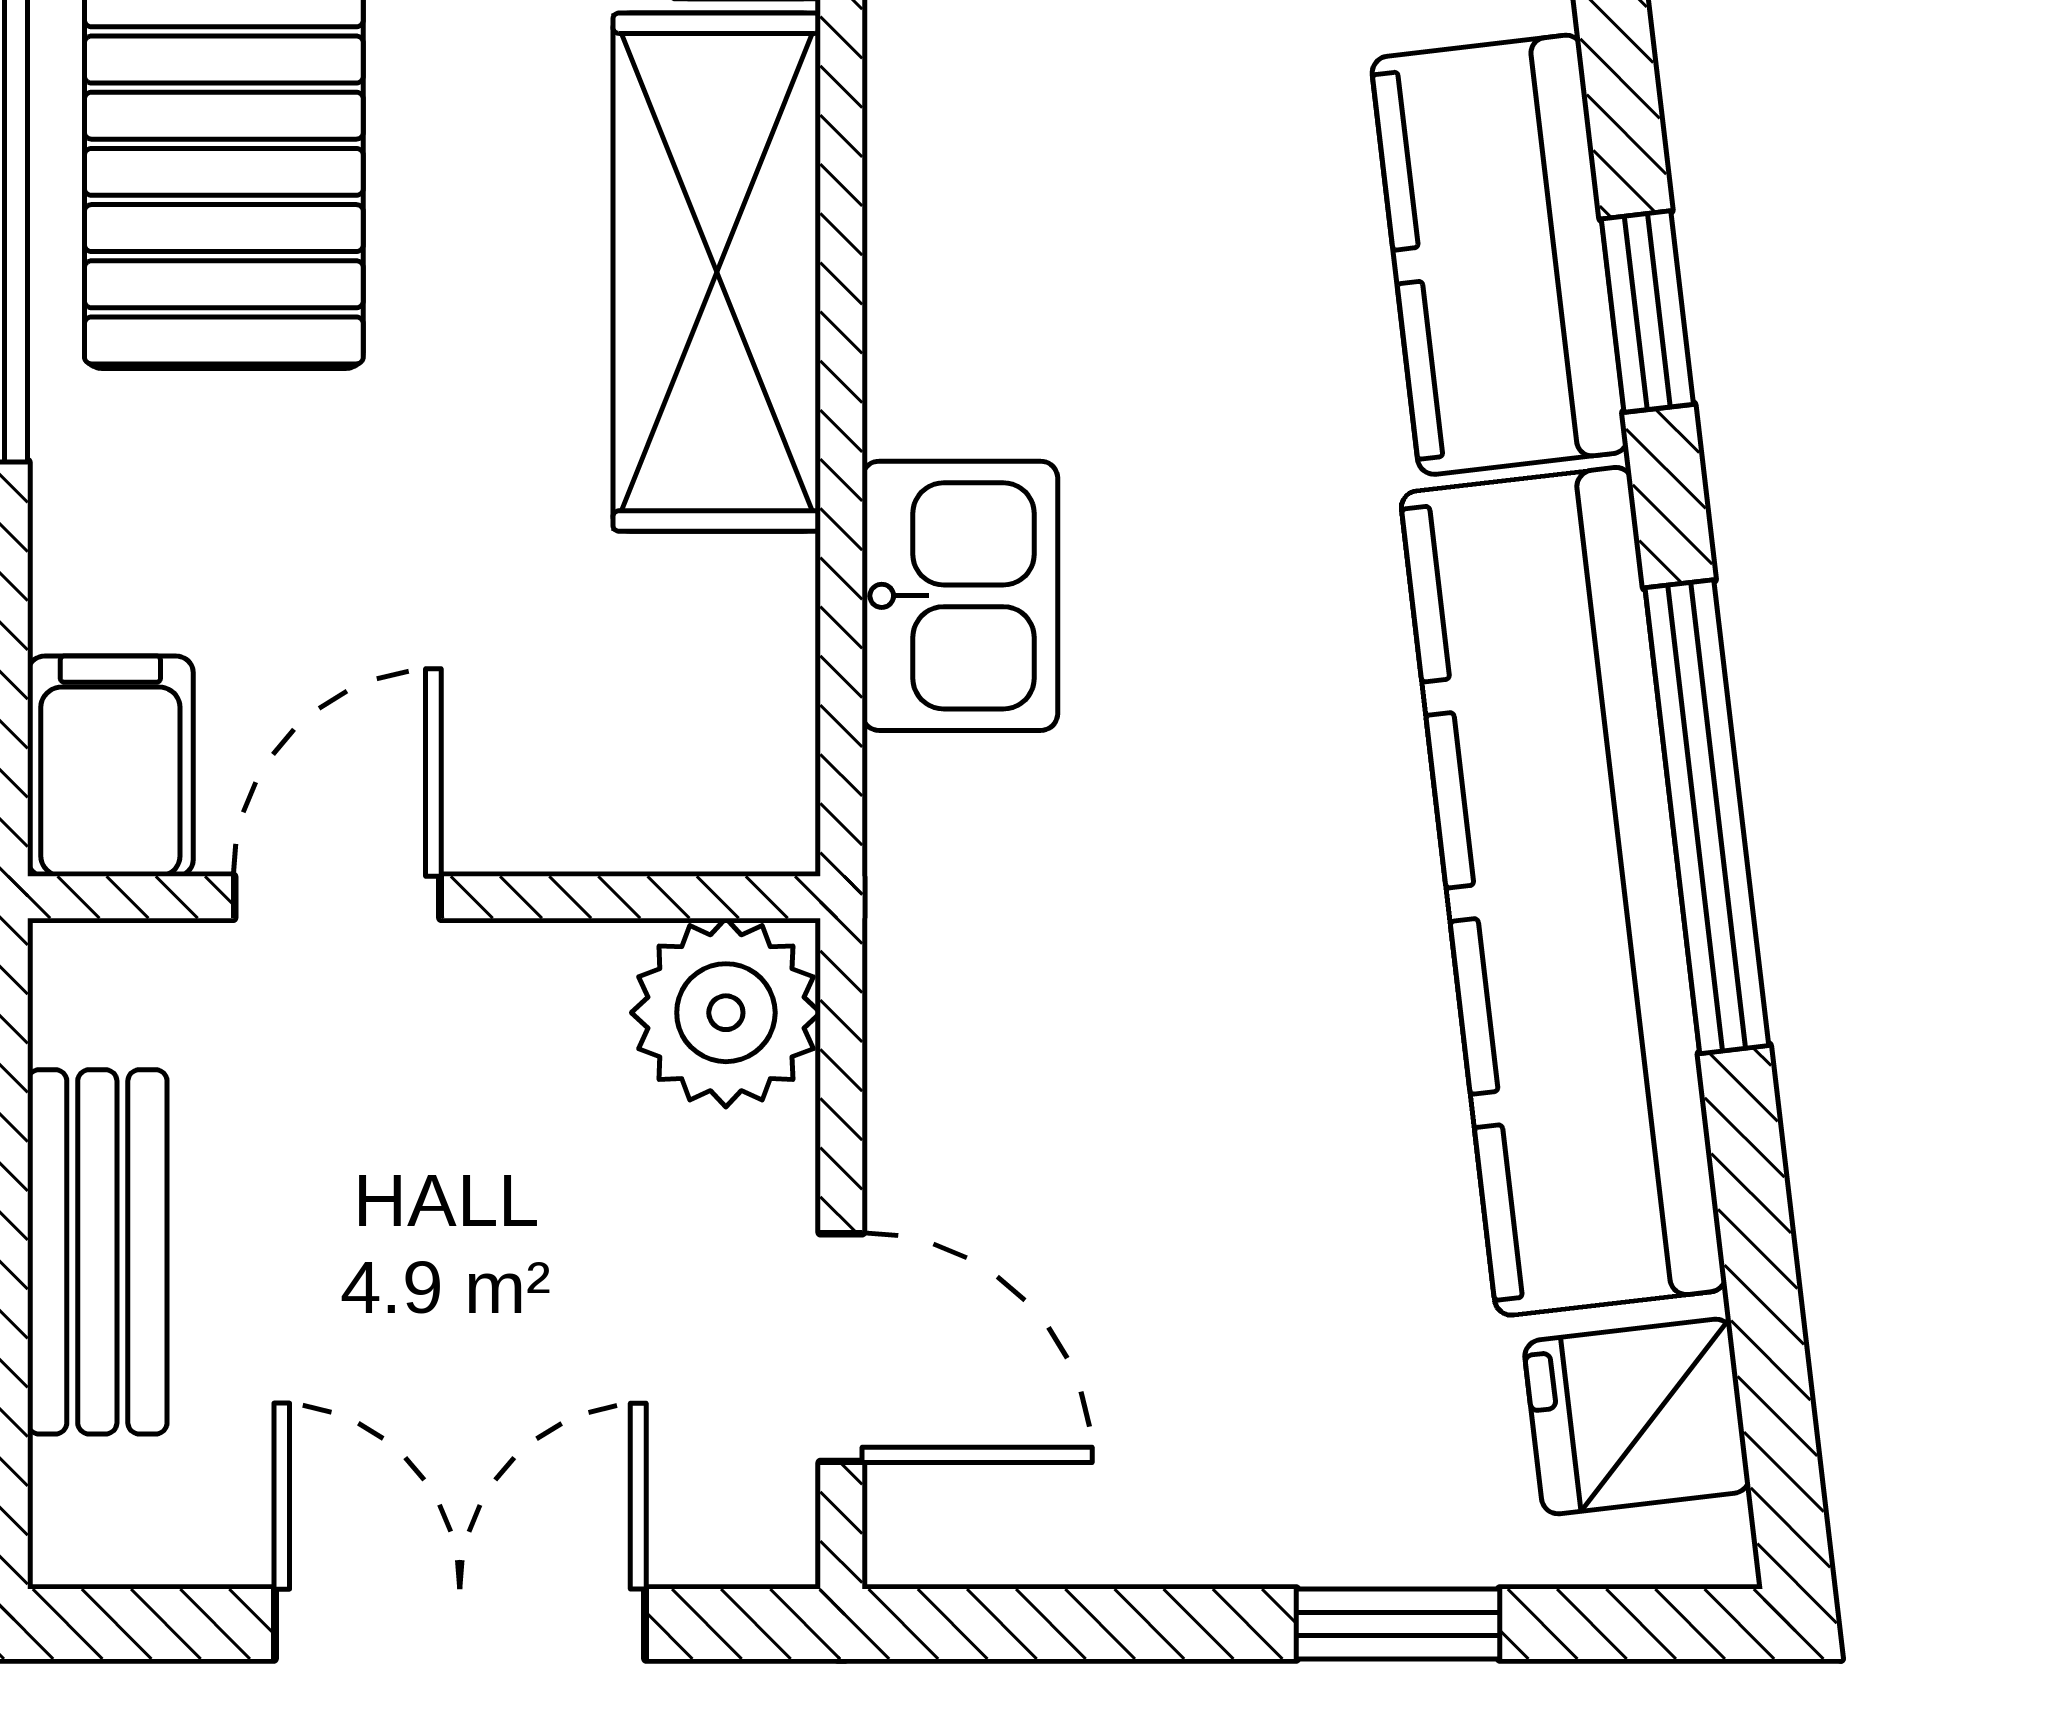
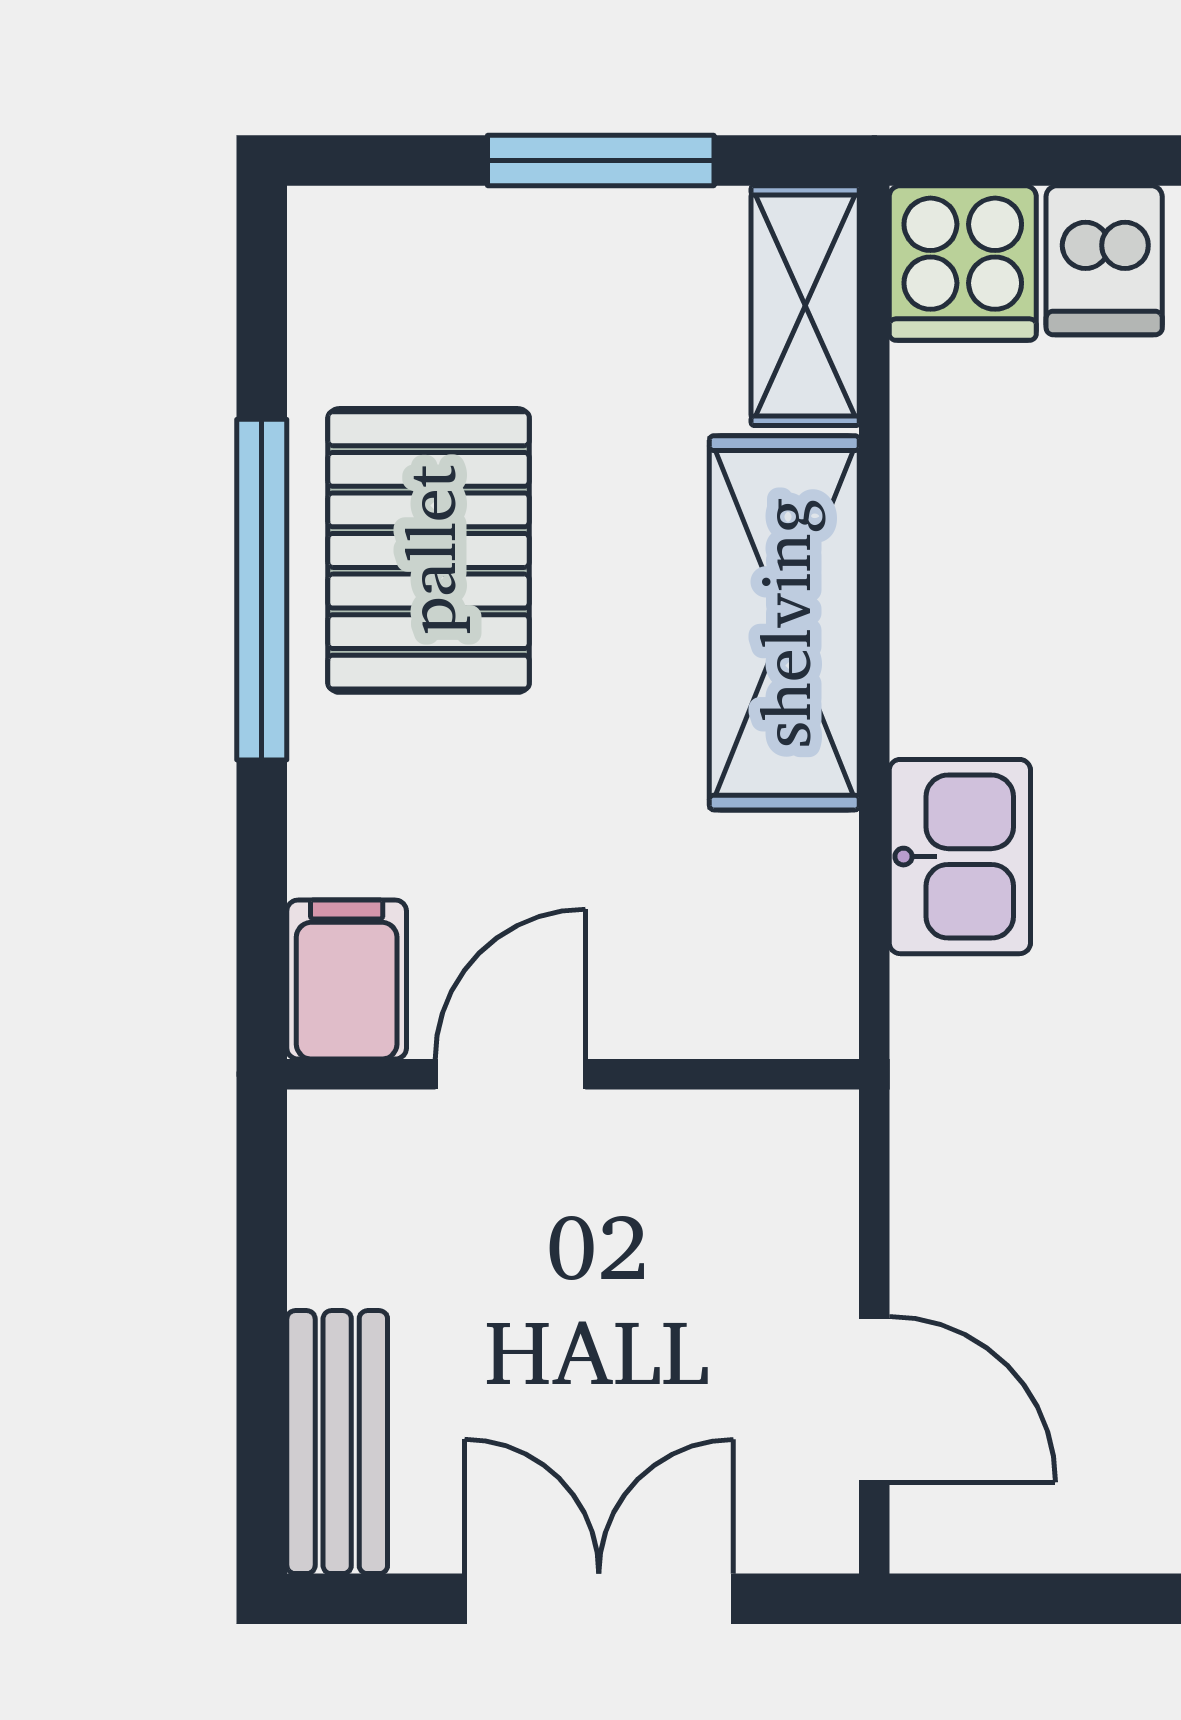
plant: (726, 1013) -> (791, 1157), removed
bench: (97, 1252) -> (337, 1442), moved

